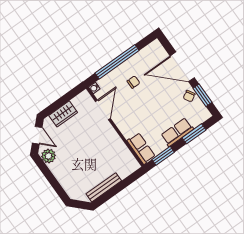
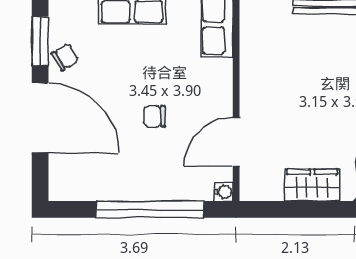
chair: (133, 82) -> (154, 116), moved

